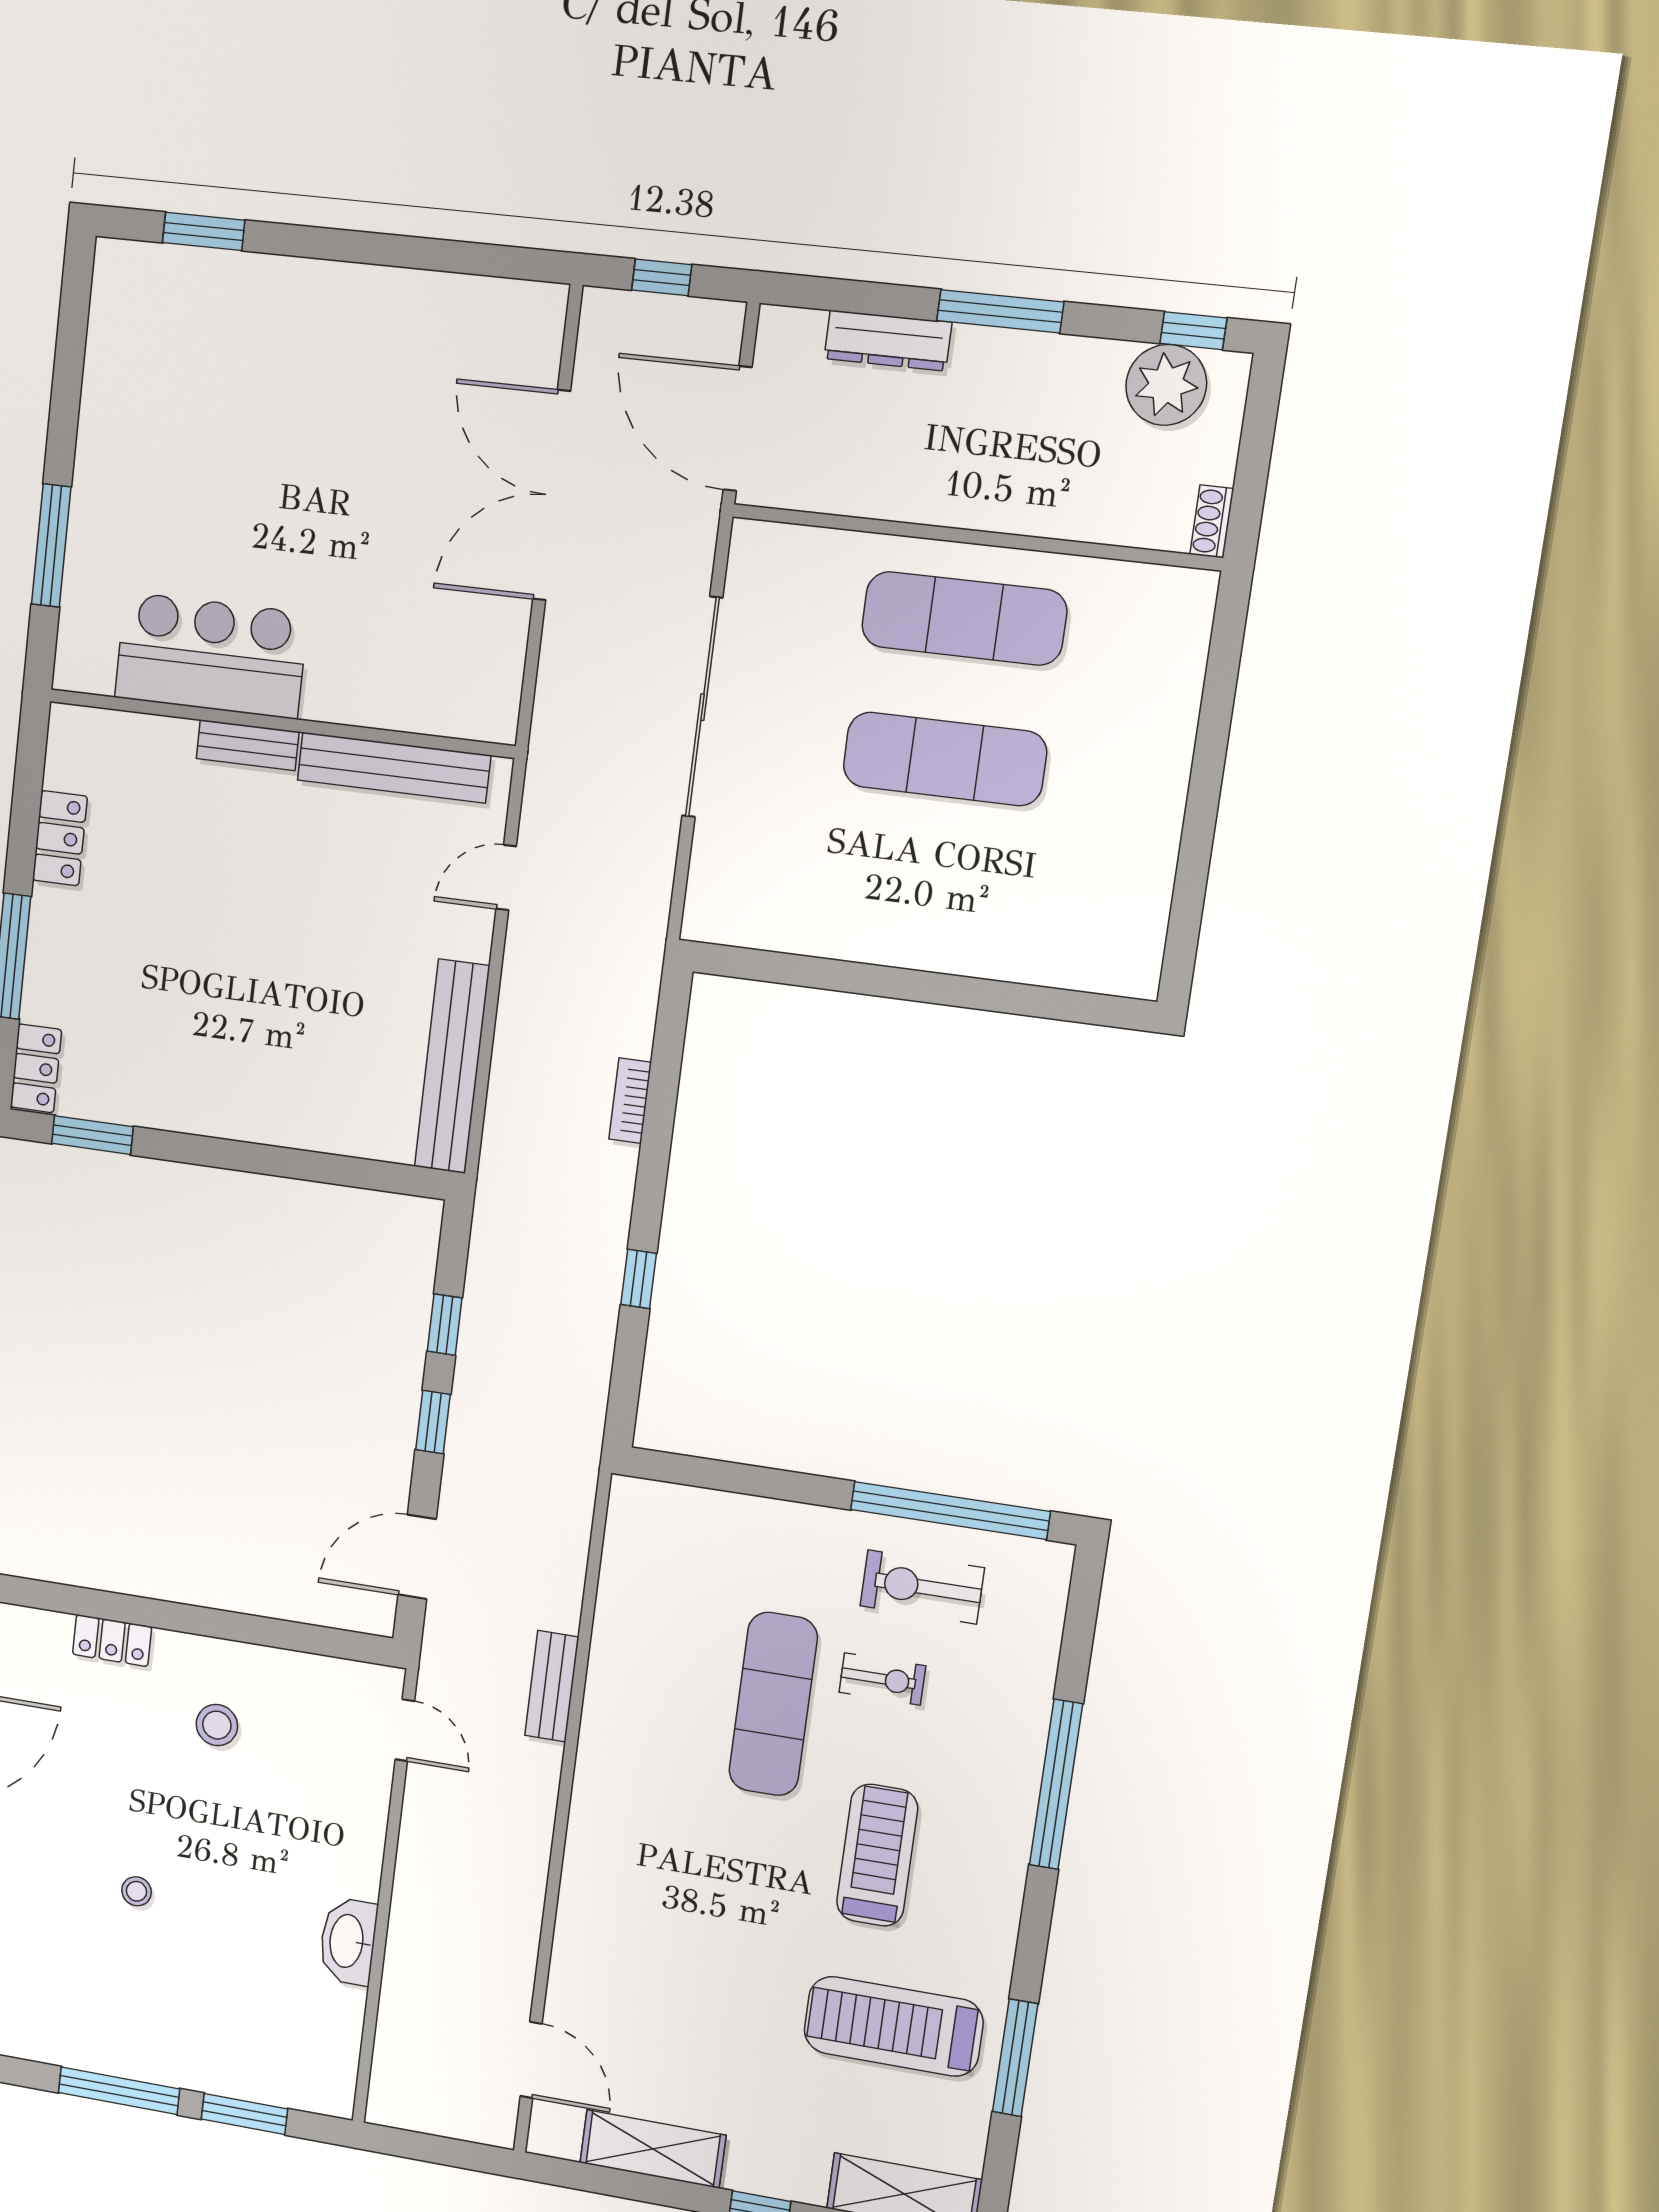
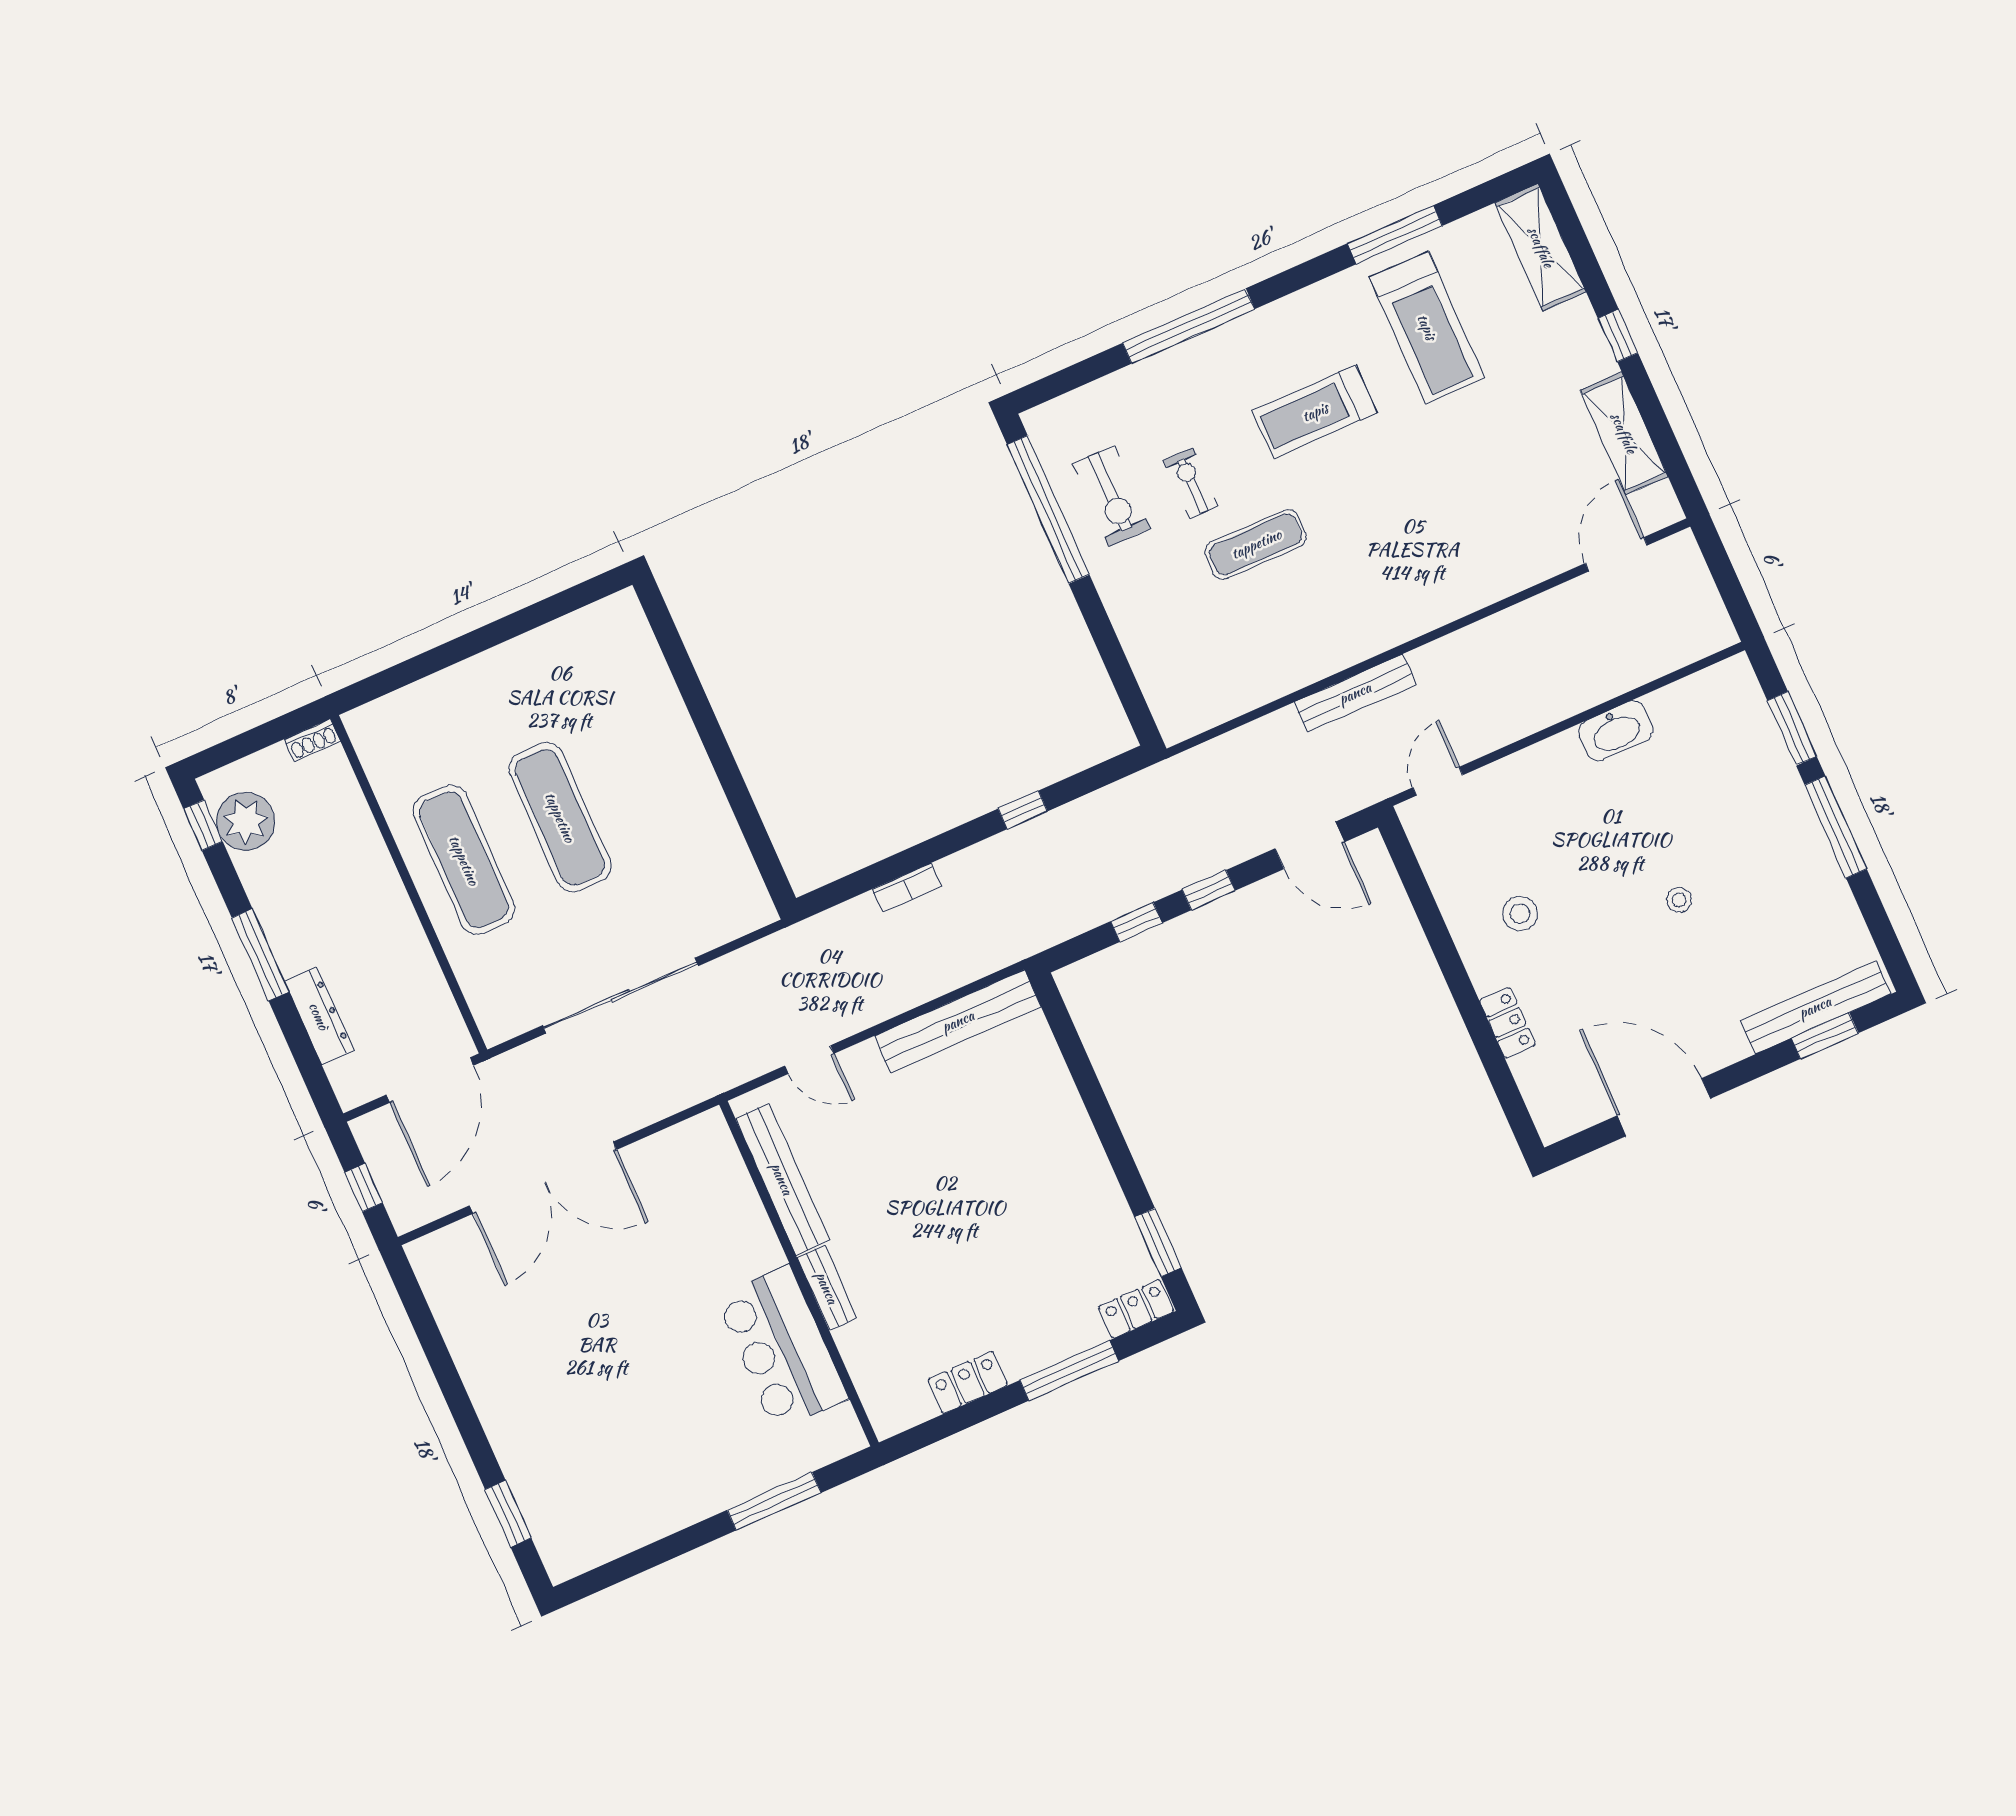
bench: (552, 1686) -> (1355, 693), width x1.36
exercise mat: (773, 1704) -> (1256, 544), width x0.73, depth x0.69

